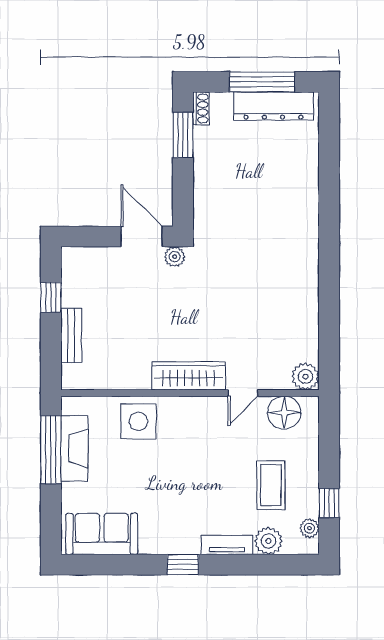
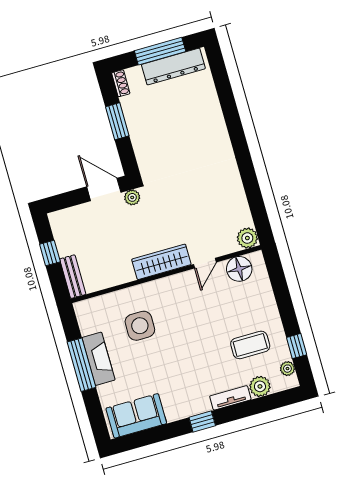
window: (183, 135) -> (117, 121), moved
wardrobe: (189, 376) -> (161, 262), moved
plant: (305, 376) -> (247, 238), moved
wall: (190, 393) -> (166, 274), moved
door: (243, 393) -> (205, 263), moved
floor lamp: (284, 413) -> (239, 269), moved
coffee table: (271, 485) -> (250, 345), turned 90

